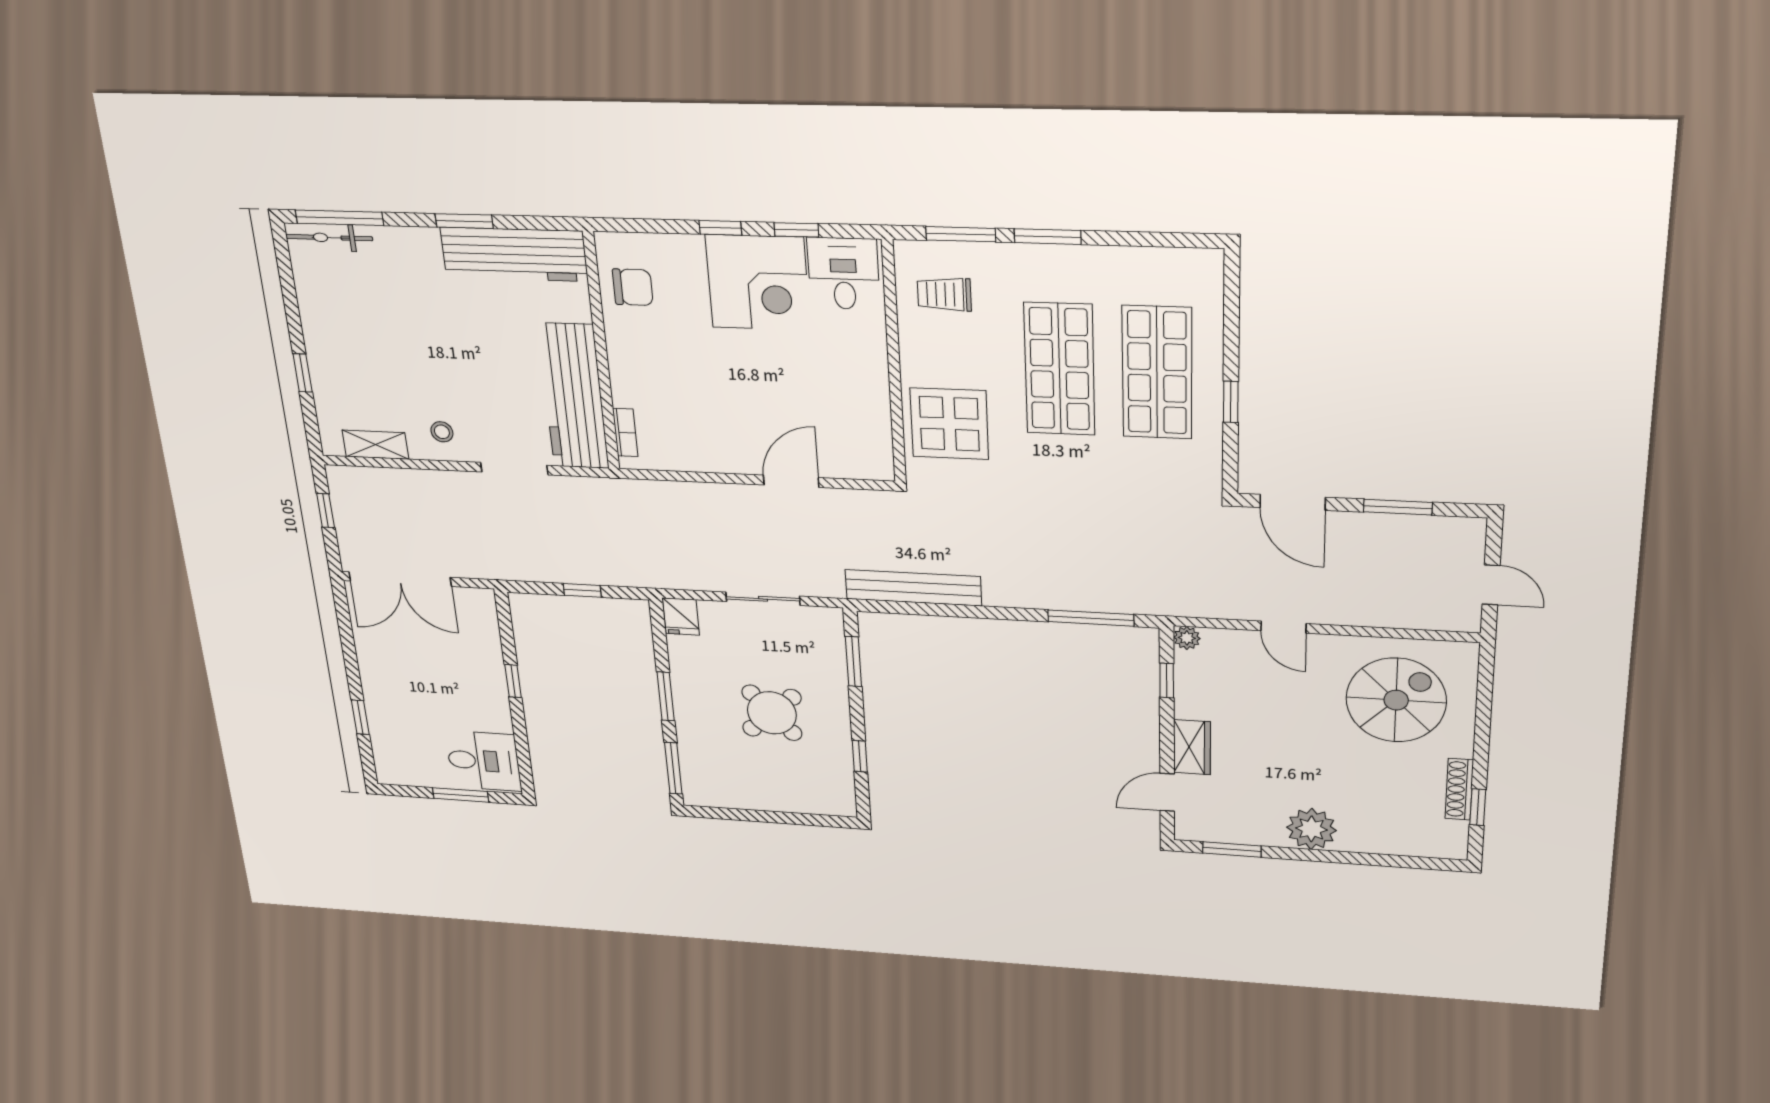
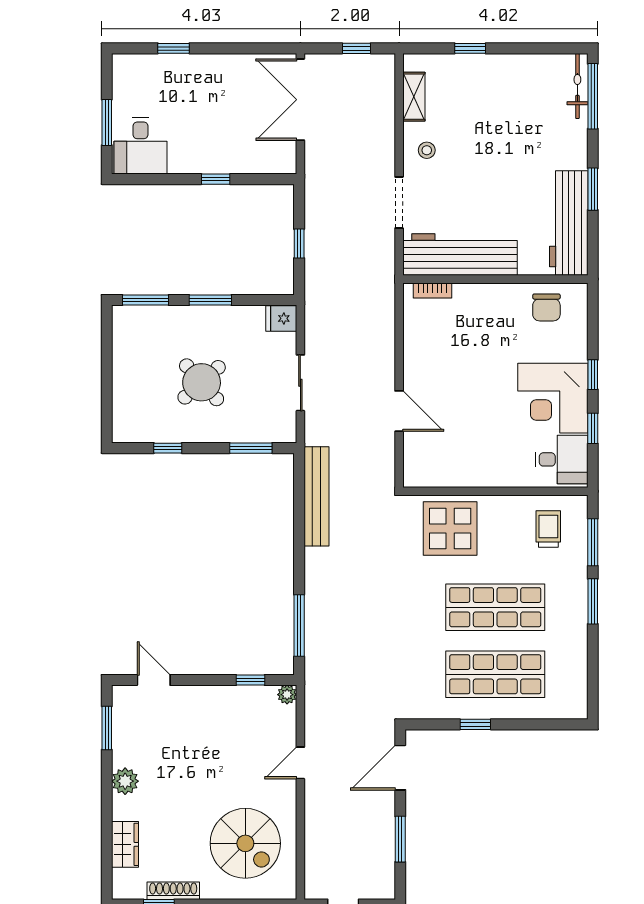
wardrobe: (1192, 747) -> (125, 844), moved, turned -90
plant: (1311, 829) -> (125, 781), width x0.73, depth x0.73

